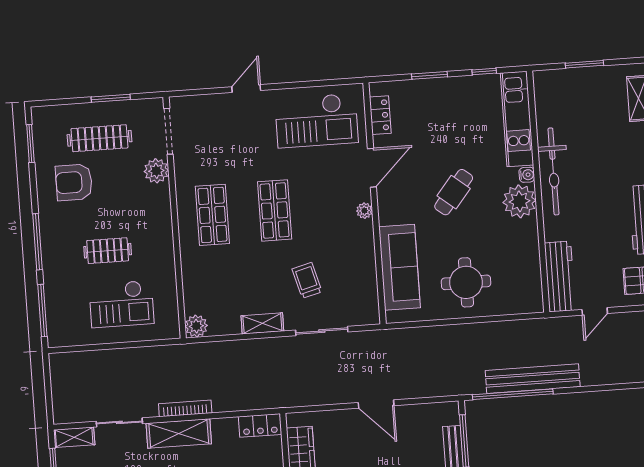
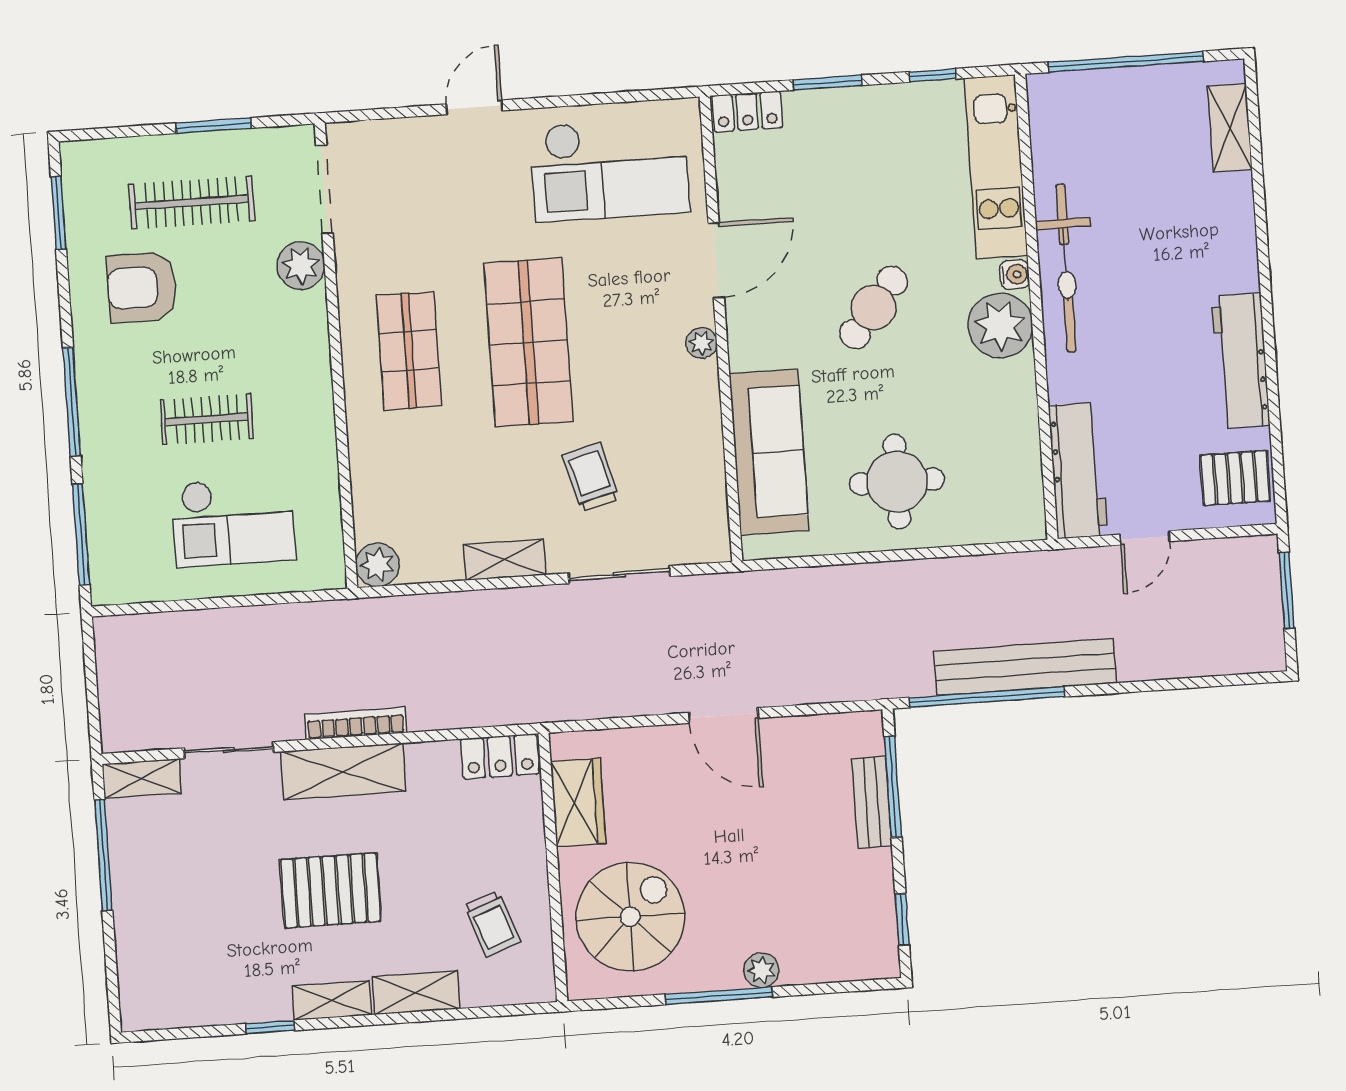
window: (584, 64) -> (1126, 62), width x2.11
locker: (380, 115) -> (747, 112), moved, turned 90
shop shelf: (275, 210) -> (528, 342), width x1.43, depth x1.36

